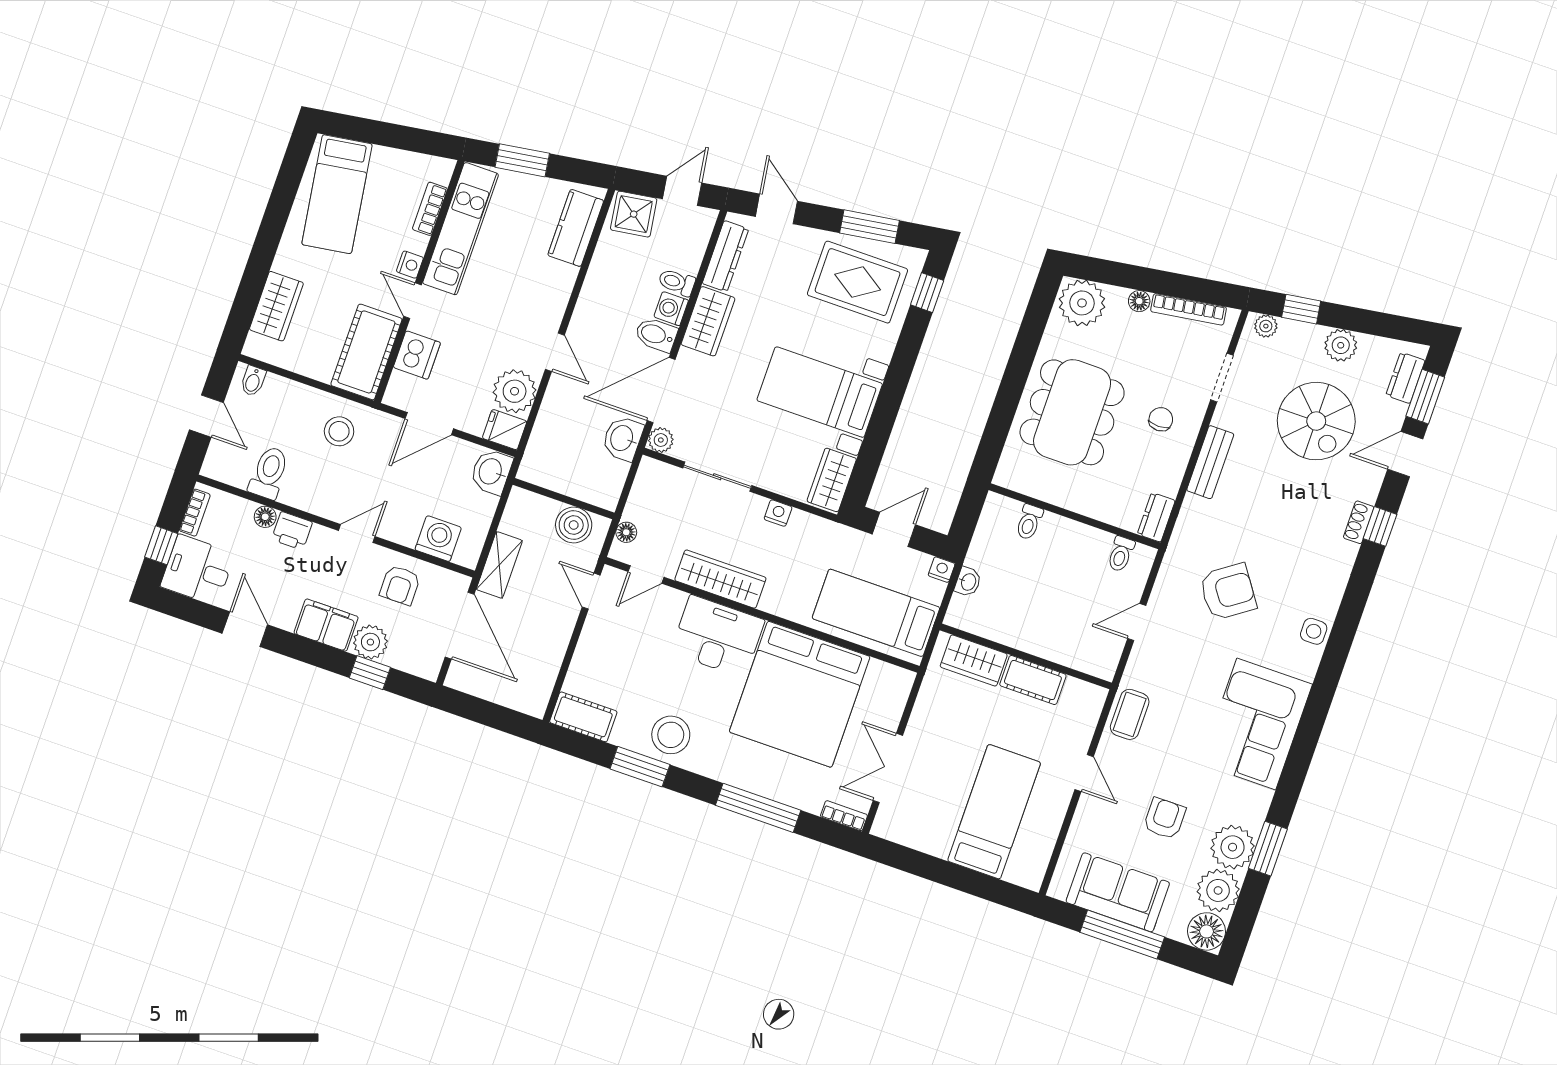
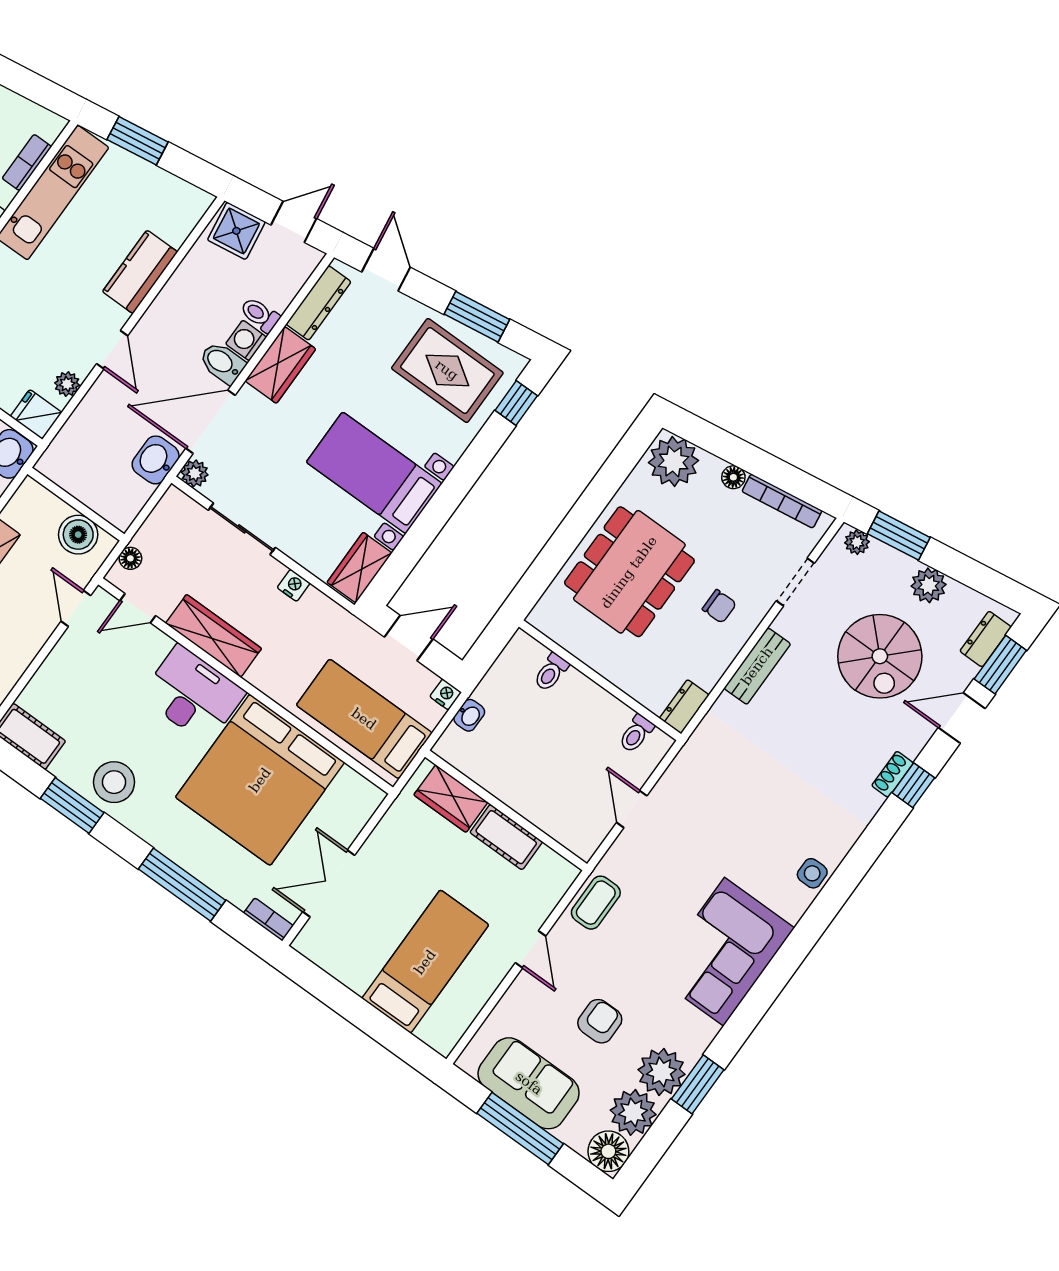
kitchen counter: (576, 228) -> (140, 272), moved
window: (1301, 309) -> (899, 536), width x1.50
plant: (515, 391) -> (67, 384), width x0.53, depth x0.53
chair: (1161, 419) -> (719, 606), turned 90
armchair: (1228, 592) -> (736, 806), removed
door: (1137, 622) -> (632, 809), hinge flipped

